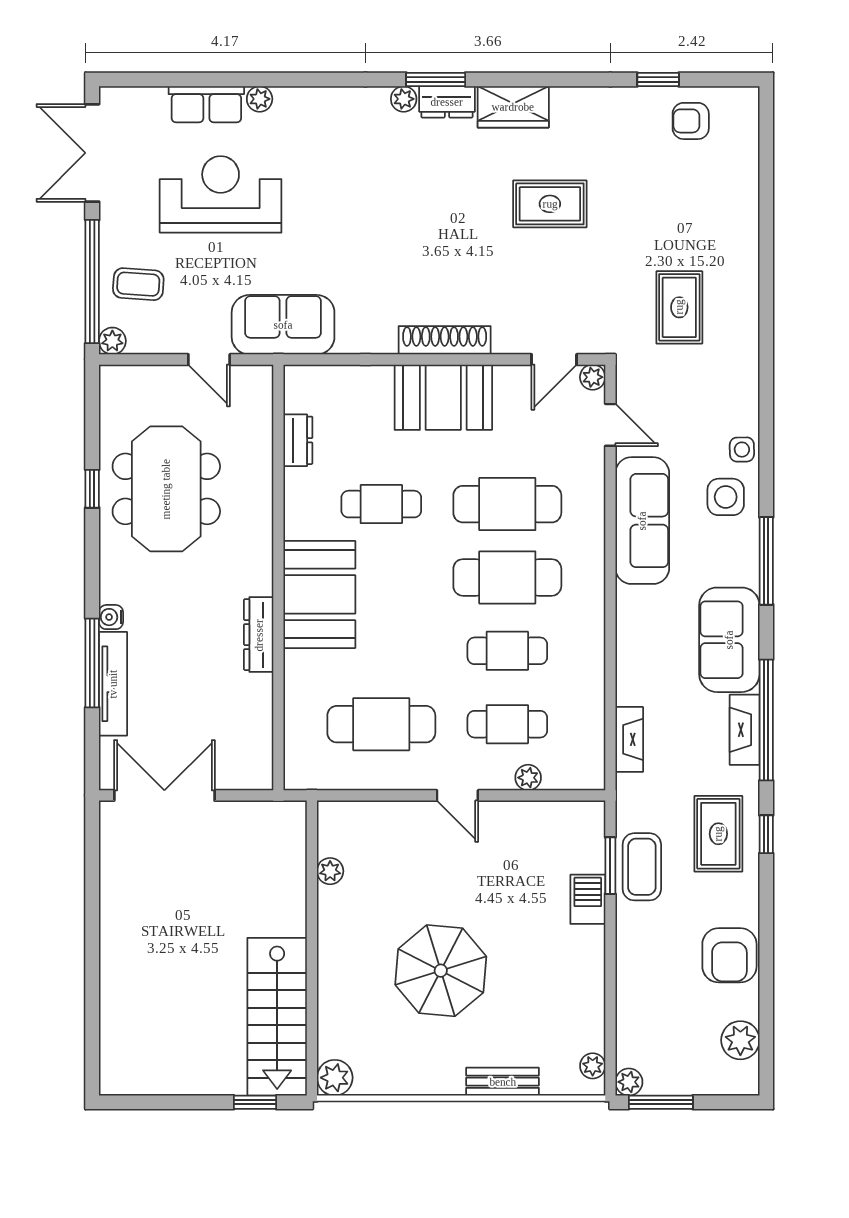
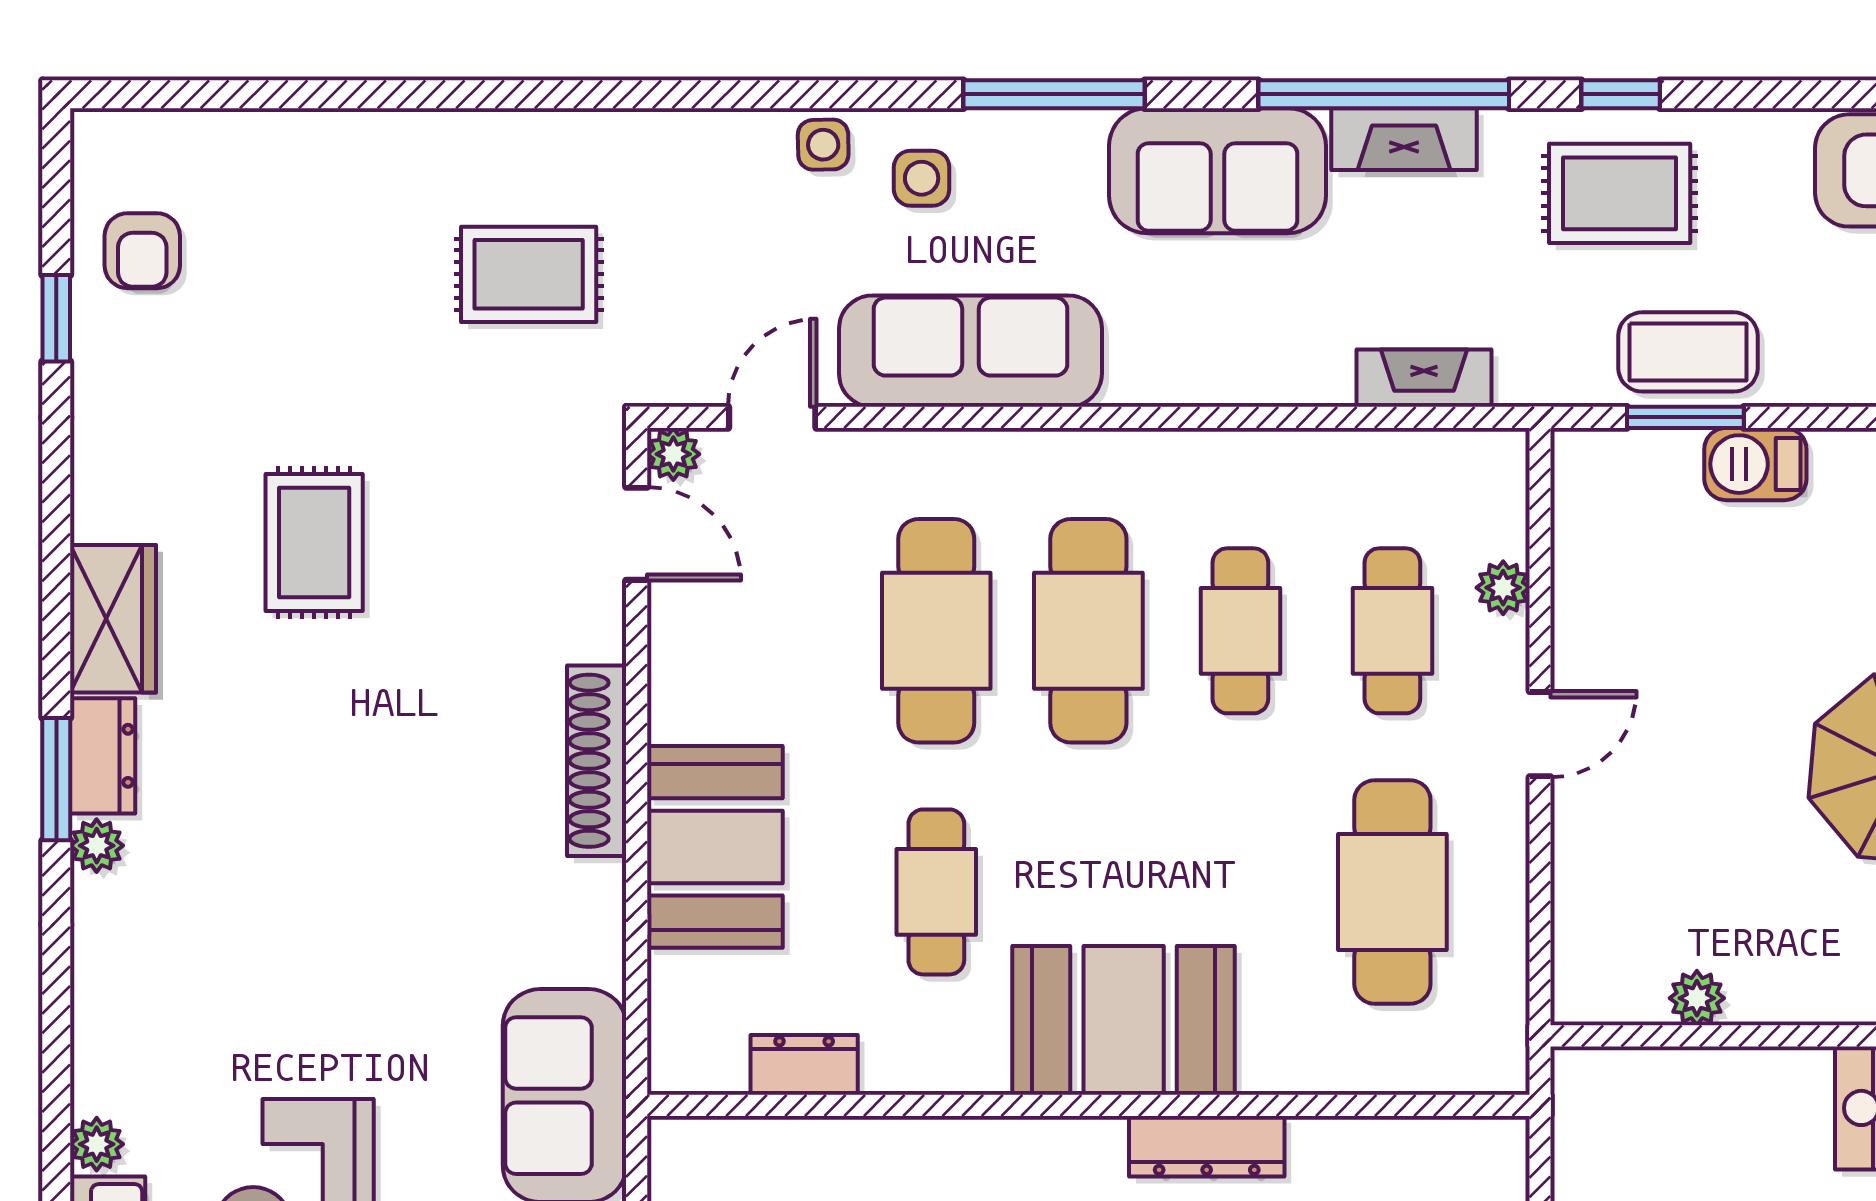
booth: (443, 397) -> (715, 847), moved
side table: (726, 497) -> (922, 178), width x0.73, depth x0.73

